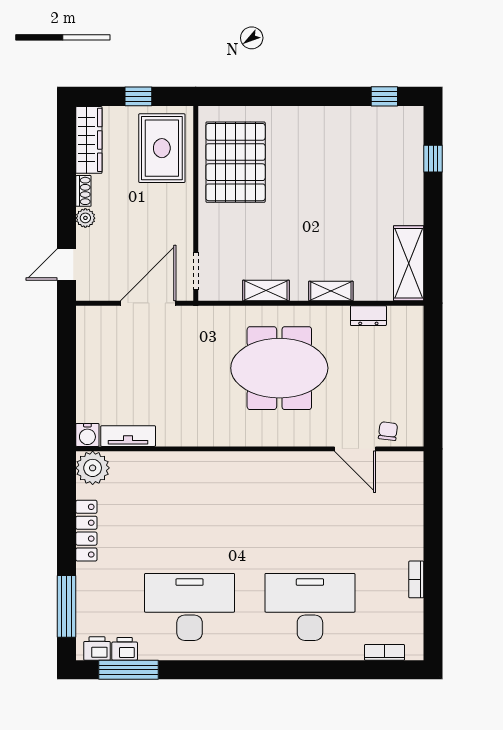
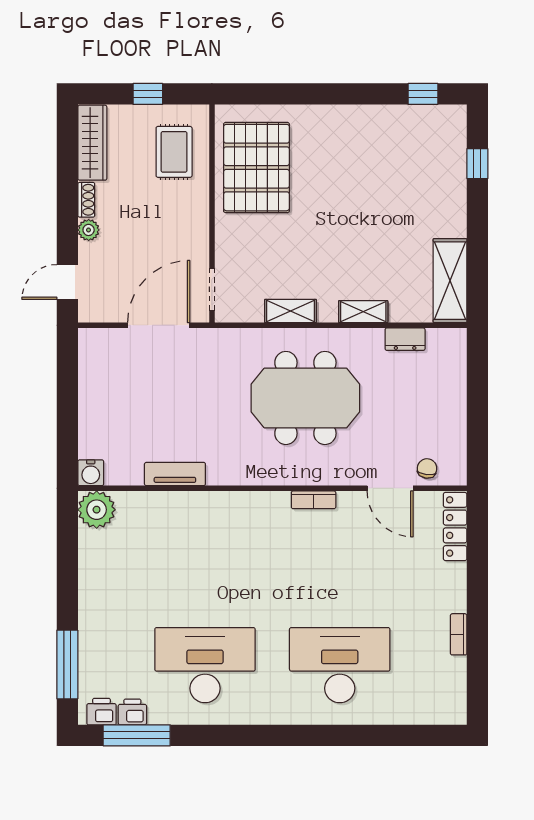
rug: (162, 148) -> (174, 152), width x0.73, depth x0.70
tv unit: (128, 436) -> (175, 474), moved
locker: (86, 531) -> (455, 526), moved, turned 180
bookcase: (385, 652) -> (314, 500), moved, turned 180

